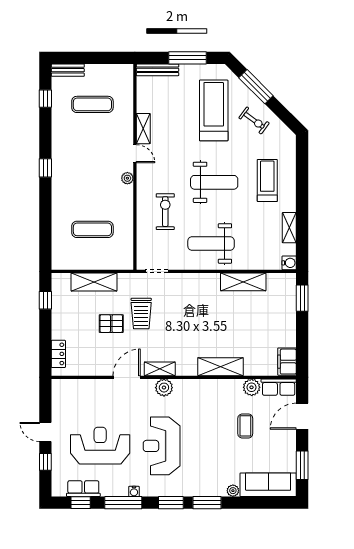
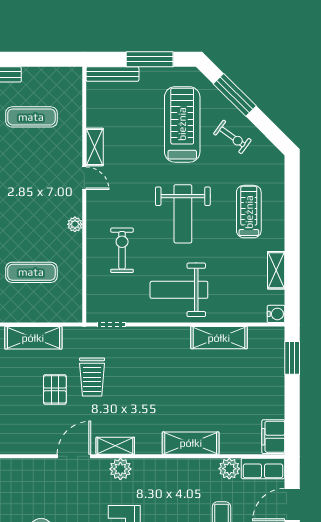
plant: (127, 178) -> (75, 224), moved
weight bench: (214, 182) -> (183, 214), turned 90
pallet: (111, 324) -> (55, 389), turned 90

